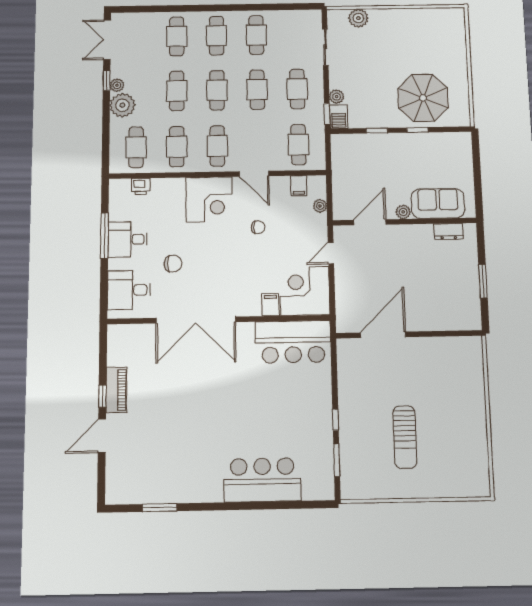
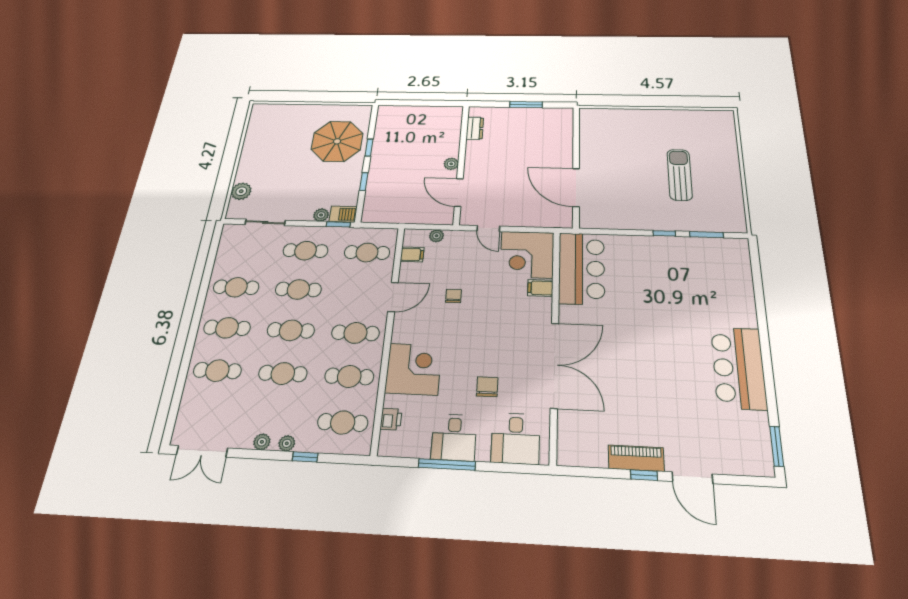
window: (107, 81) -> (305, 457), moved
plant: (122, 105) -> (287, 443), width x0.53, depth x0.53
corner desk: (209, 199) -> (414, 369), moved
sofa: (438, 204) -> (446, 135), removed
sun lounger: (405, 437) -> (680, 175), turned -90
bar counter: (262, 480) -> (739, 368), moved
window: (160, 508) -> (777, 446), moved

